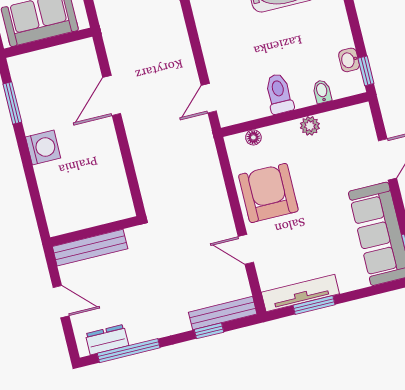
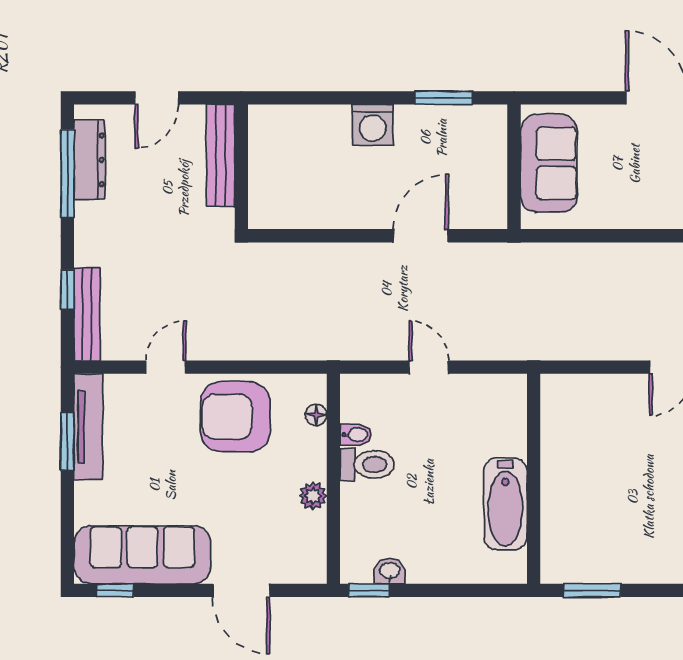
bidet: (322, 92) -> (356, 435), moved
door: (112, 95) -> (421, 236), hinge flipped
door: (209, 98) -> (429, 367), moved
armchair: (268, 193) -> (235, 417), turned 180
dresser: (107, 340) -> (89, 160), width x1.44

